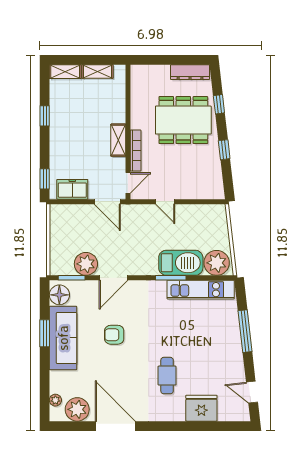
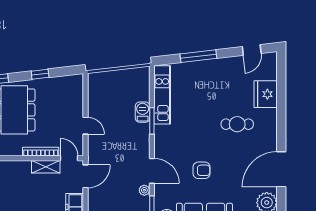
shelving: (118, 140) -> (46, 167), moved
door: (165, 202) -> (85, 126), hinge flipped
barbecue: (181, 263) -> (143, 112), width x0.53, depth x0.65
plant: (217, 263) -> (139, 81), removed
plant: (86, 264) -> (144, 190), width x0.53, depth x0.53
armchair: (114, 335) -> (202, 170), turned -90

